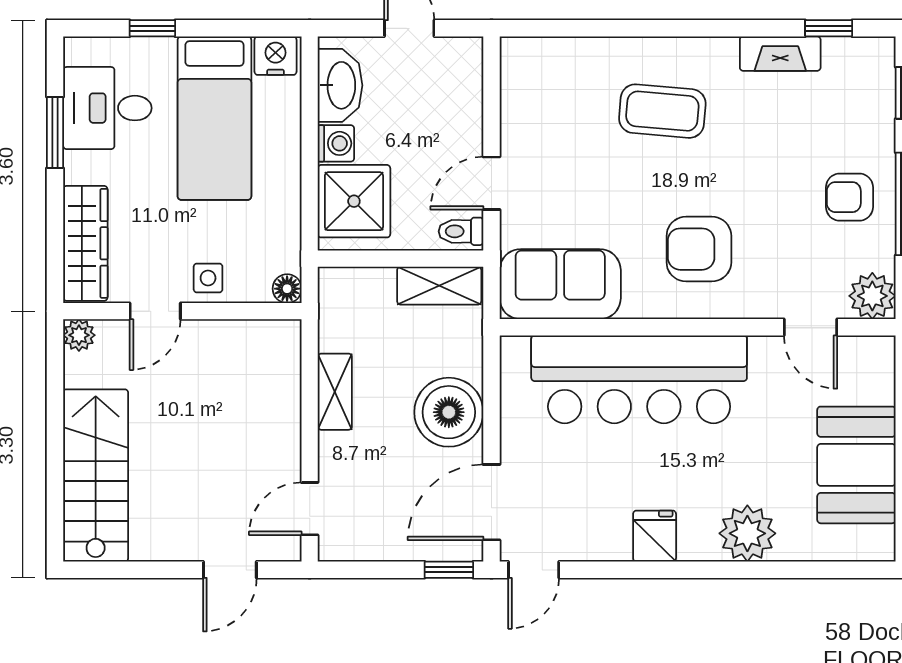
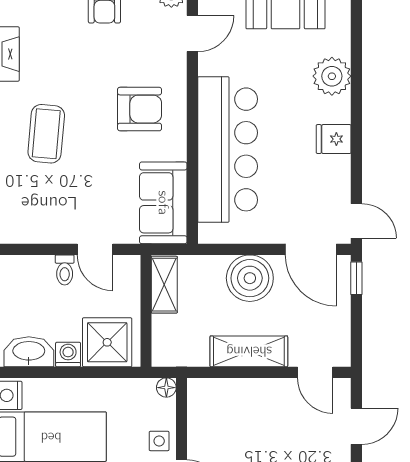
toilet: (461, 231) -> (65, 270), moved
armchair: (699, 249) -> (140, 109), turned -90
shelving: (335, 392) -> (249, 351), width x1.50, depth x1.33
door: (230, 570) -> (356, 426), hinge flipped

